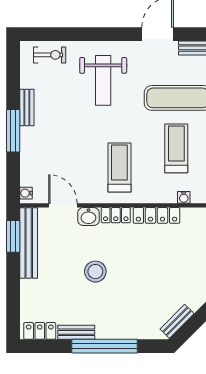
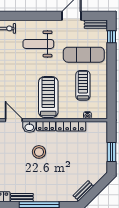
weight bench: (103, 80) -> (38, 44), turned 90
treadmill: (119, 167) -> (48, 97), width x1.37, depth x1.38
stool: (95, 272) -> (39, 152), moved

